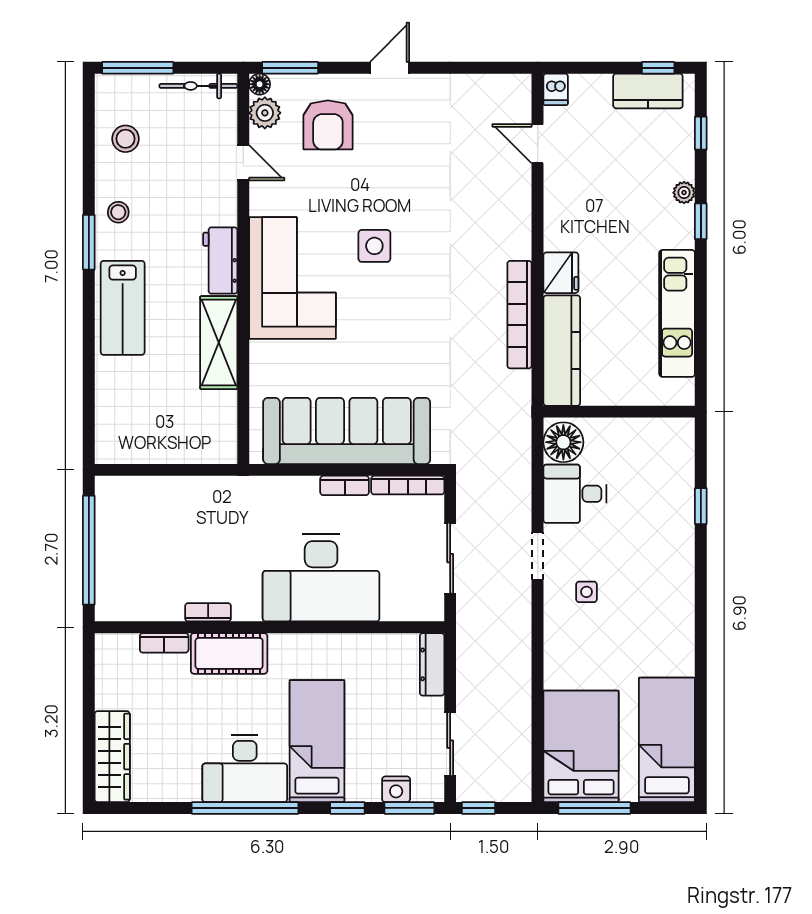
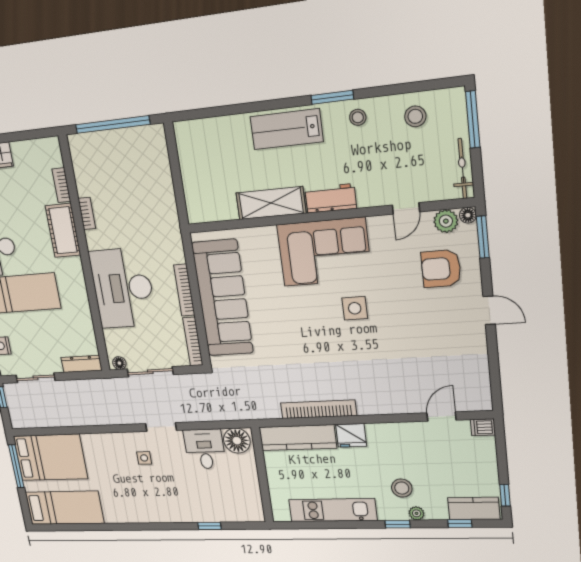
kitchen counter: (648, 91) -> (474, 508), moved, turned 90
stool: (644, 209) -> (402, 488), added
bookcase: (345, 485) -> (184, 290), width x1.56
floor lamp: (434, 604) -> (119, 363), added

